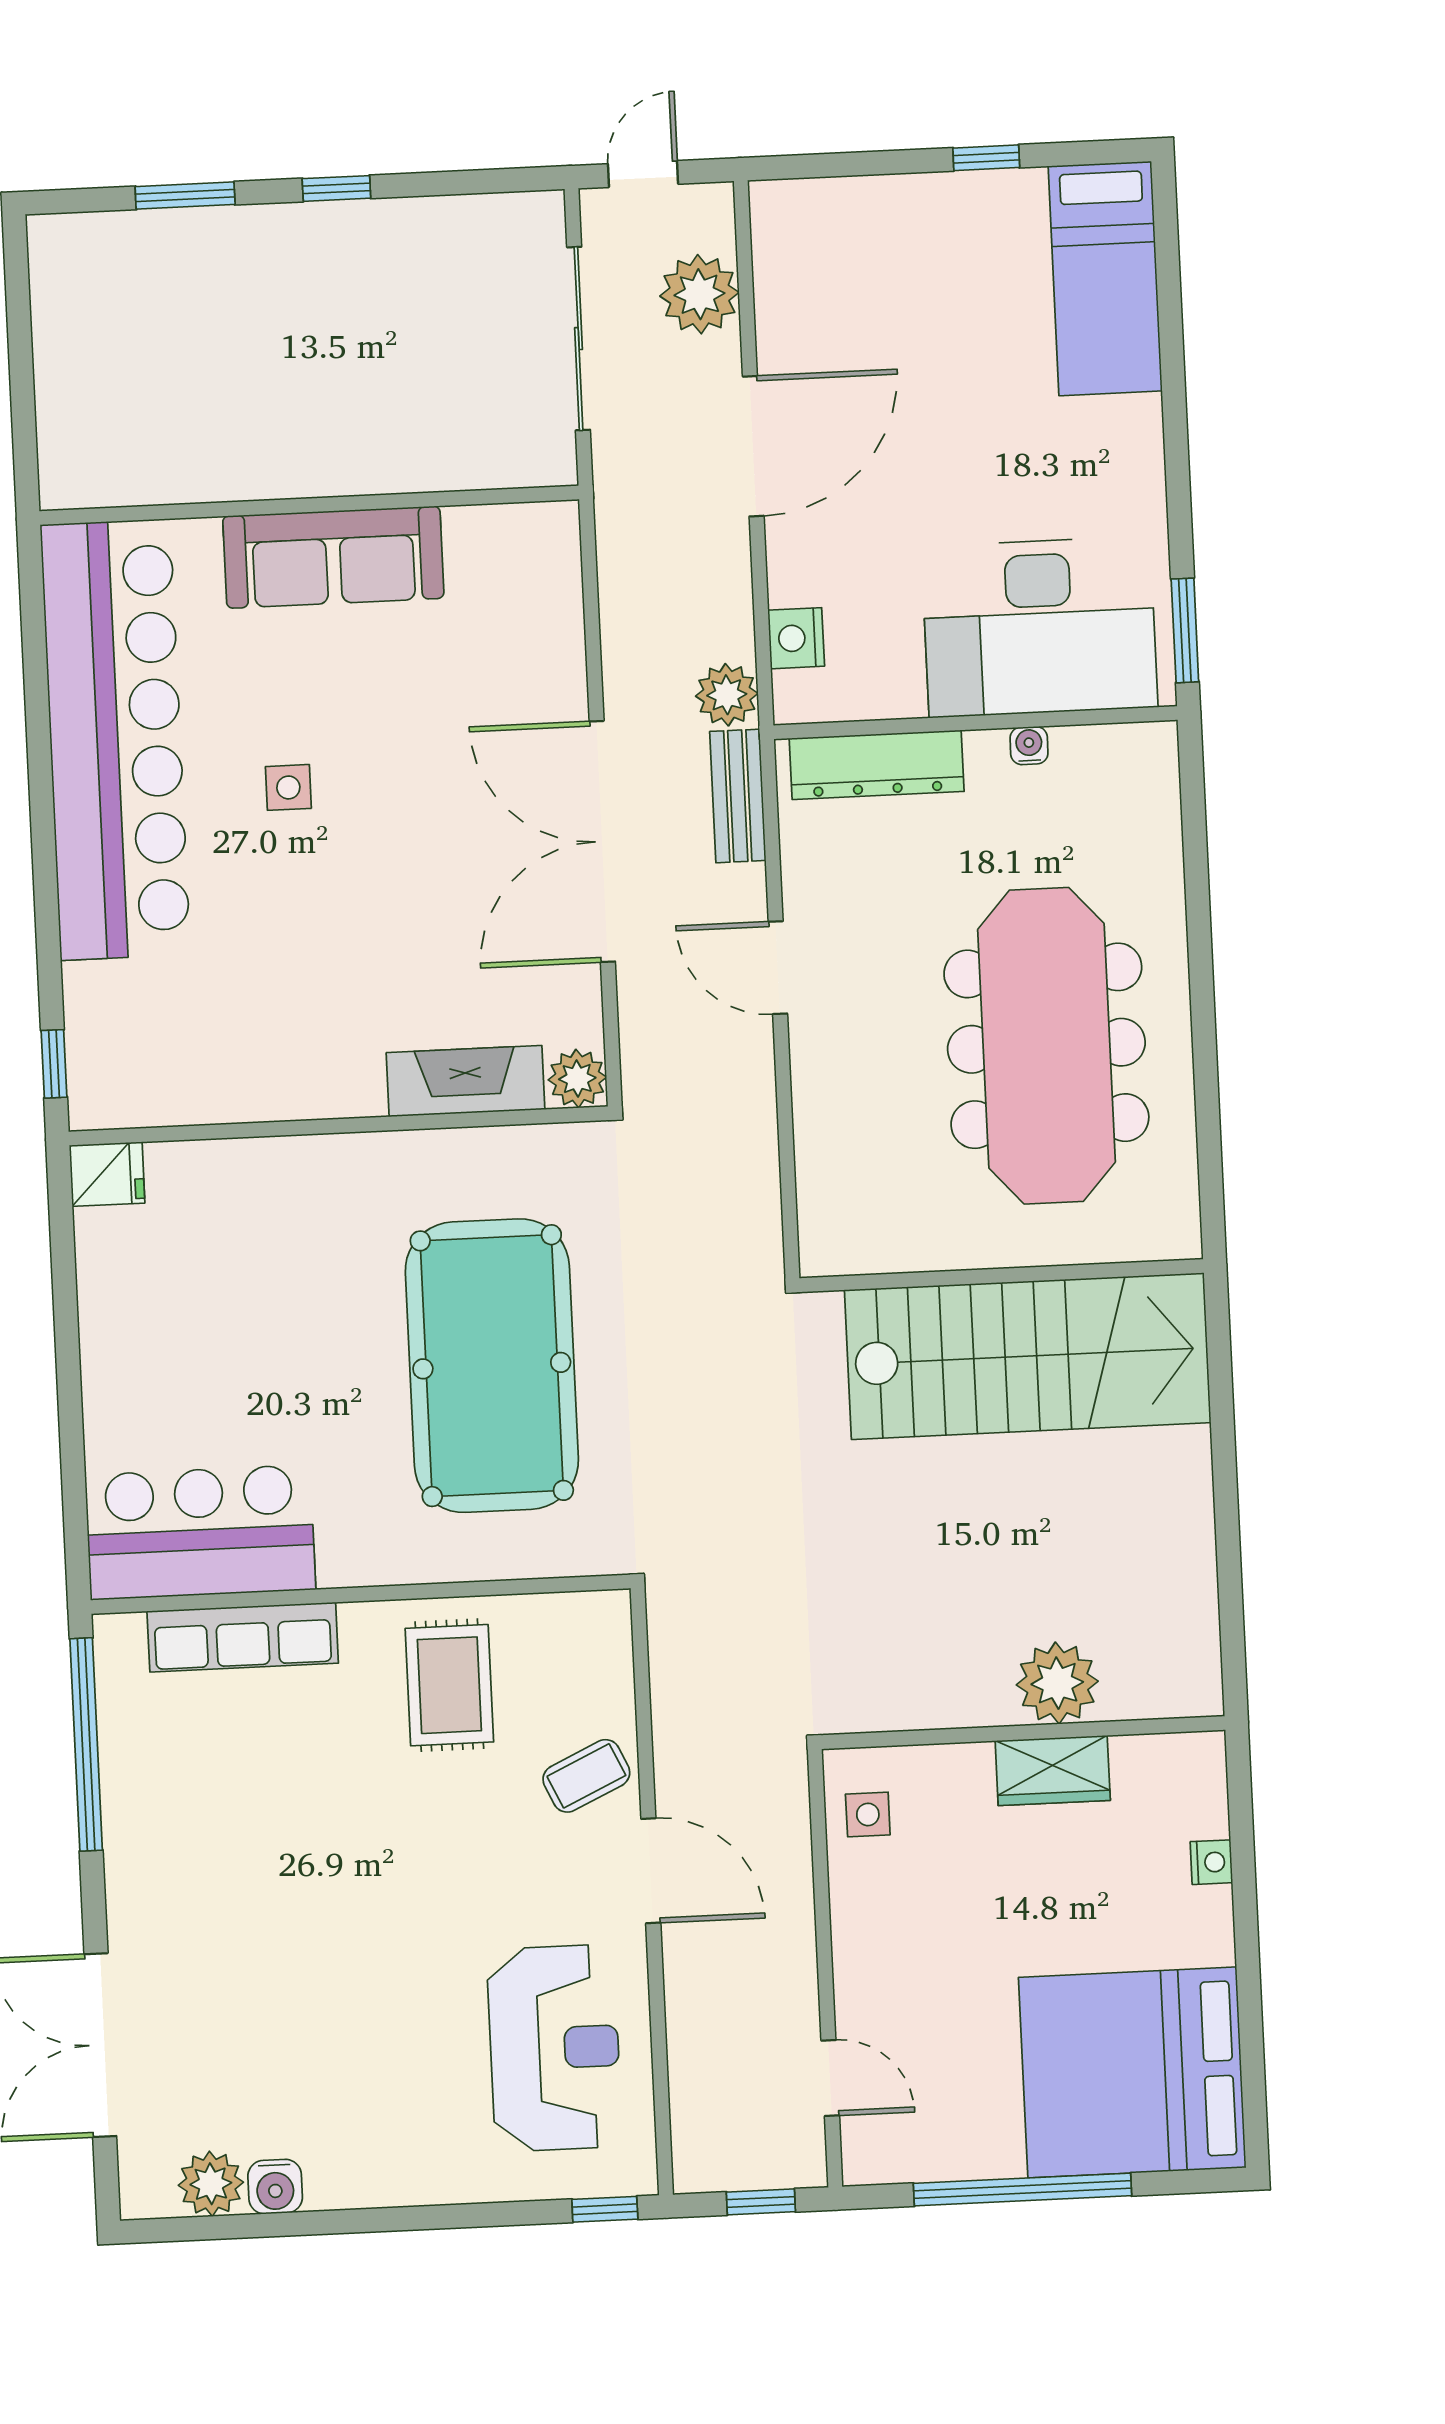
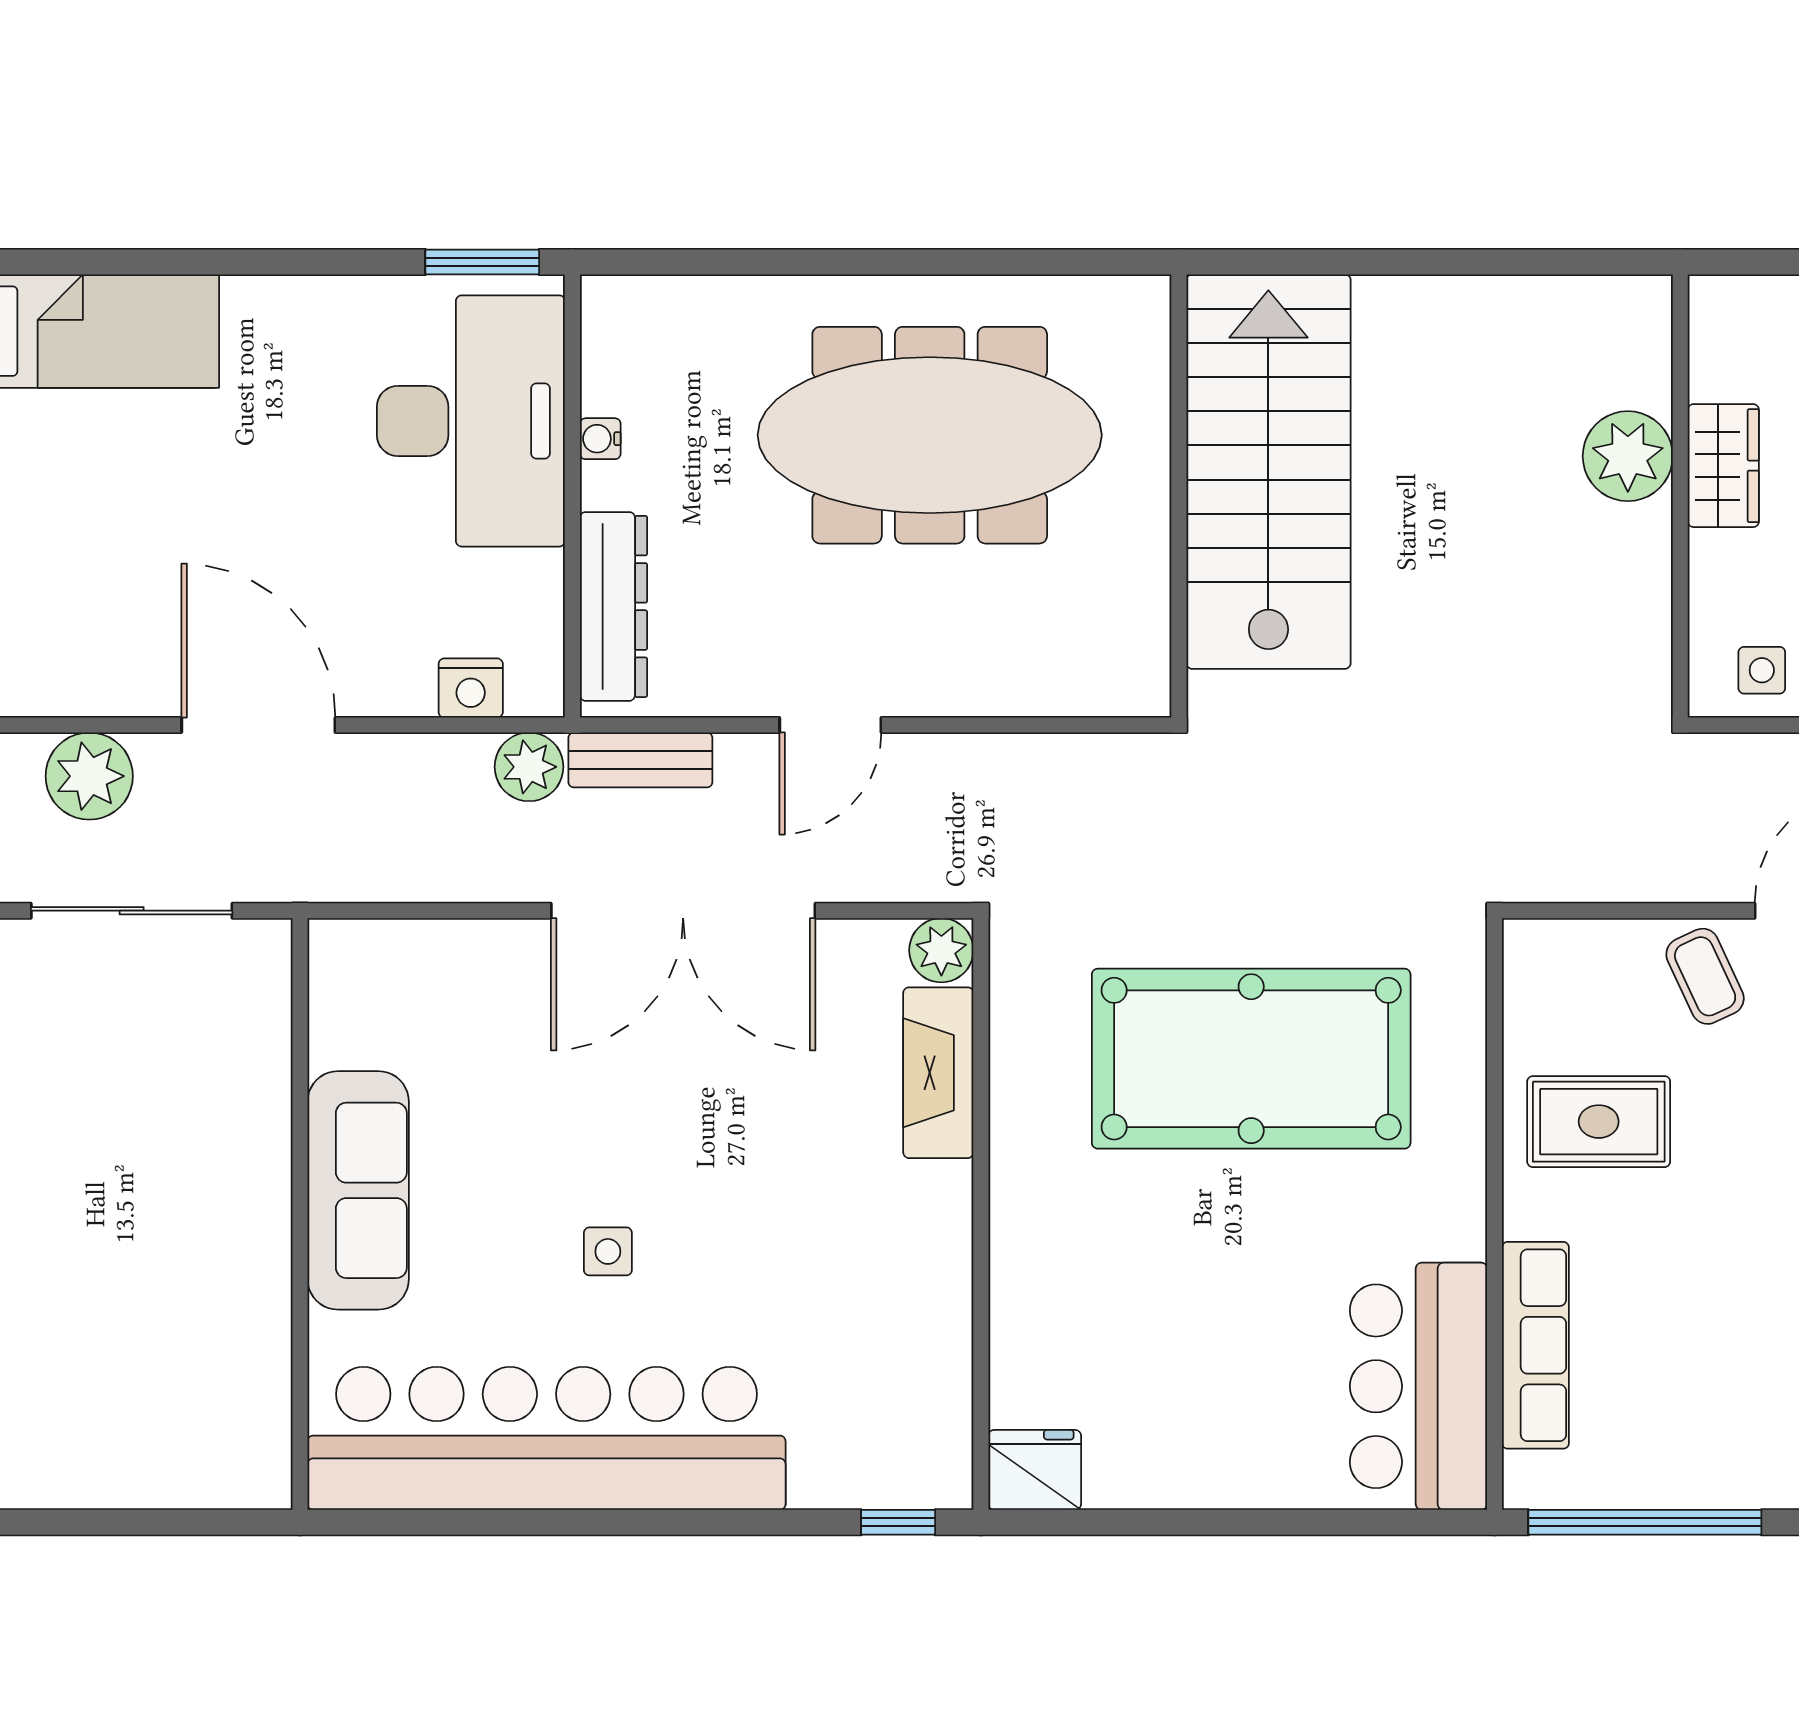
fridge: (107, 1174) -> (1035, 1470), width x1.38

